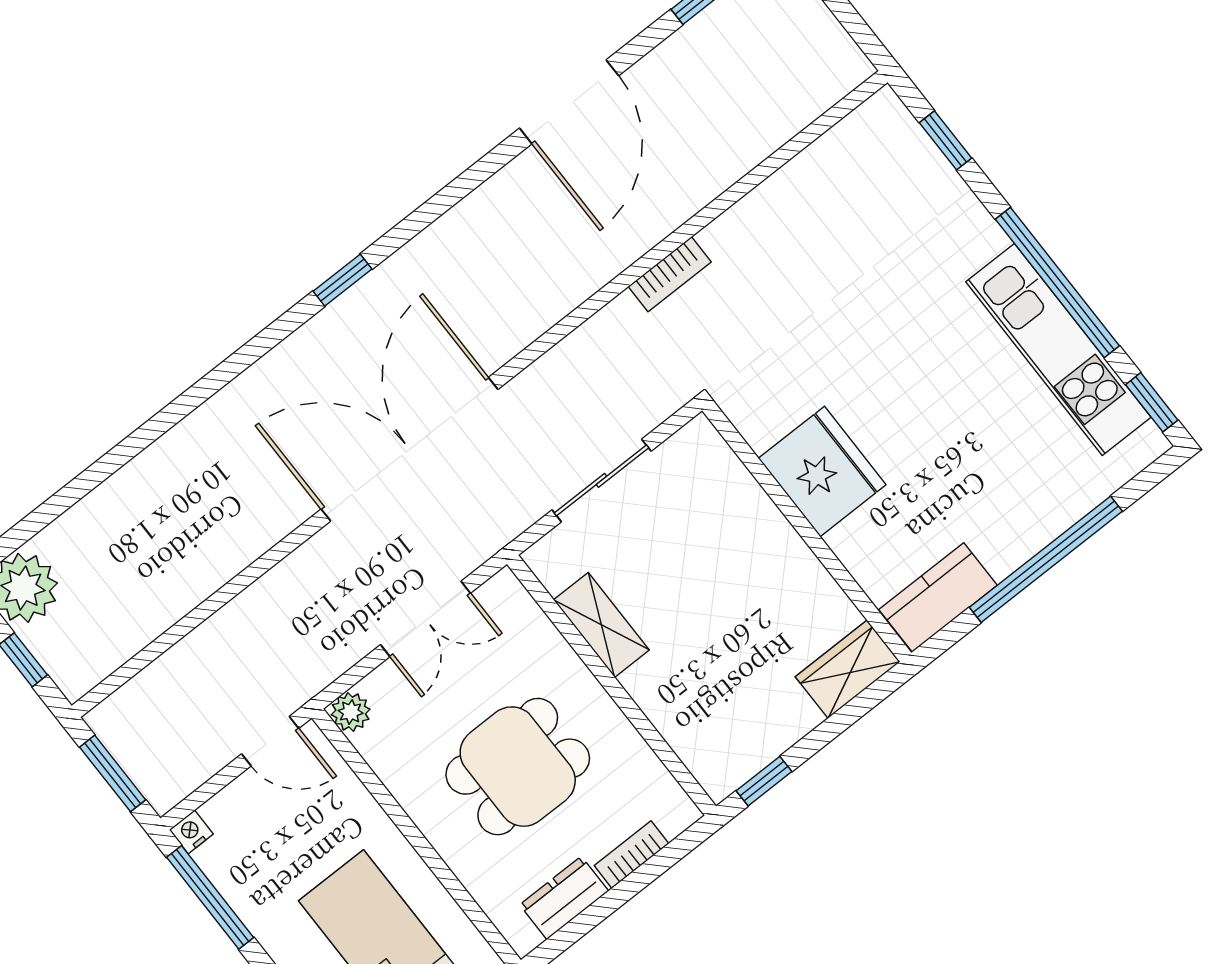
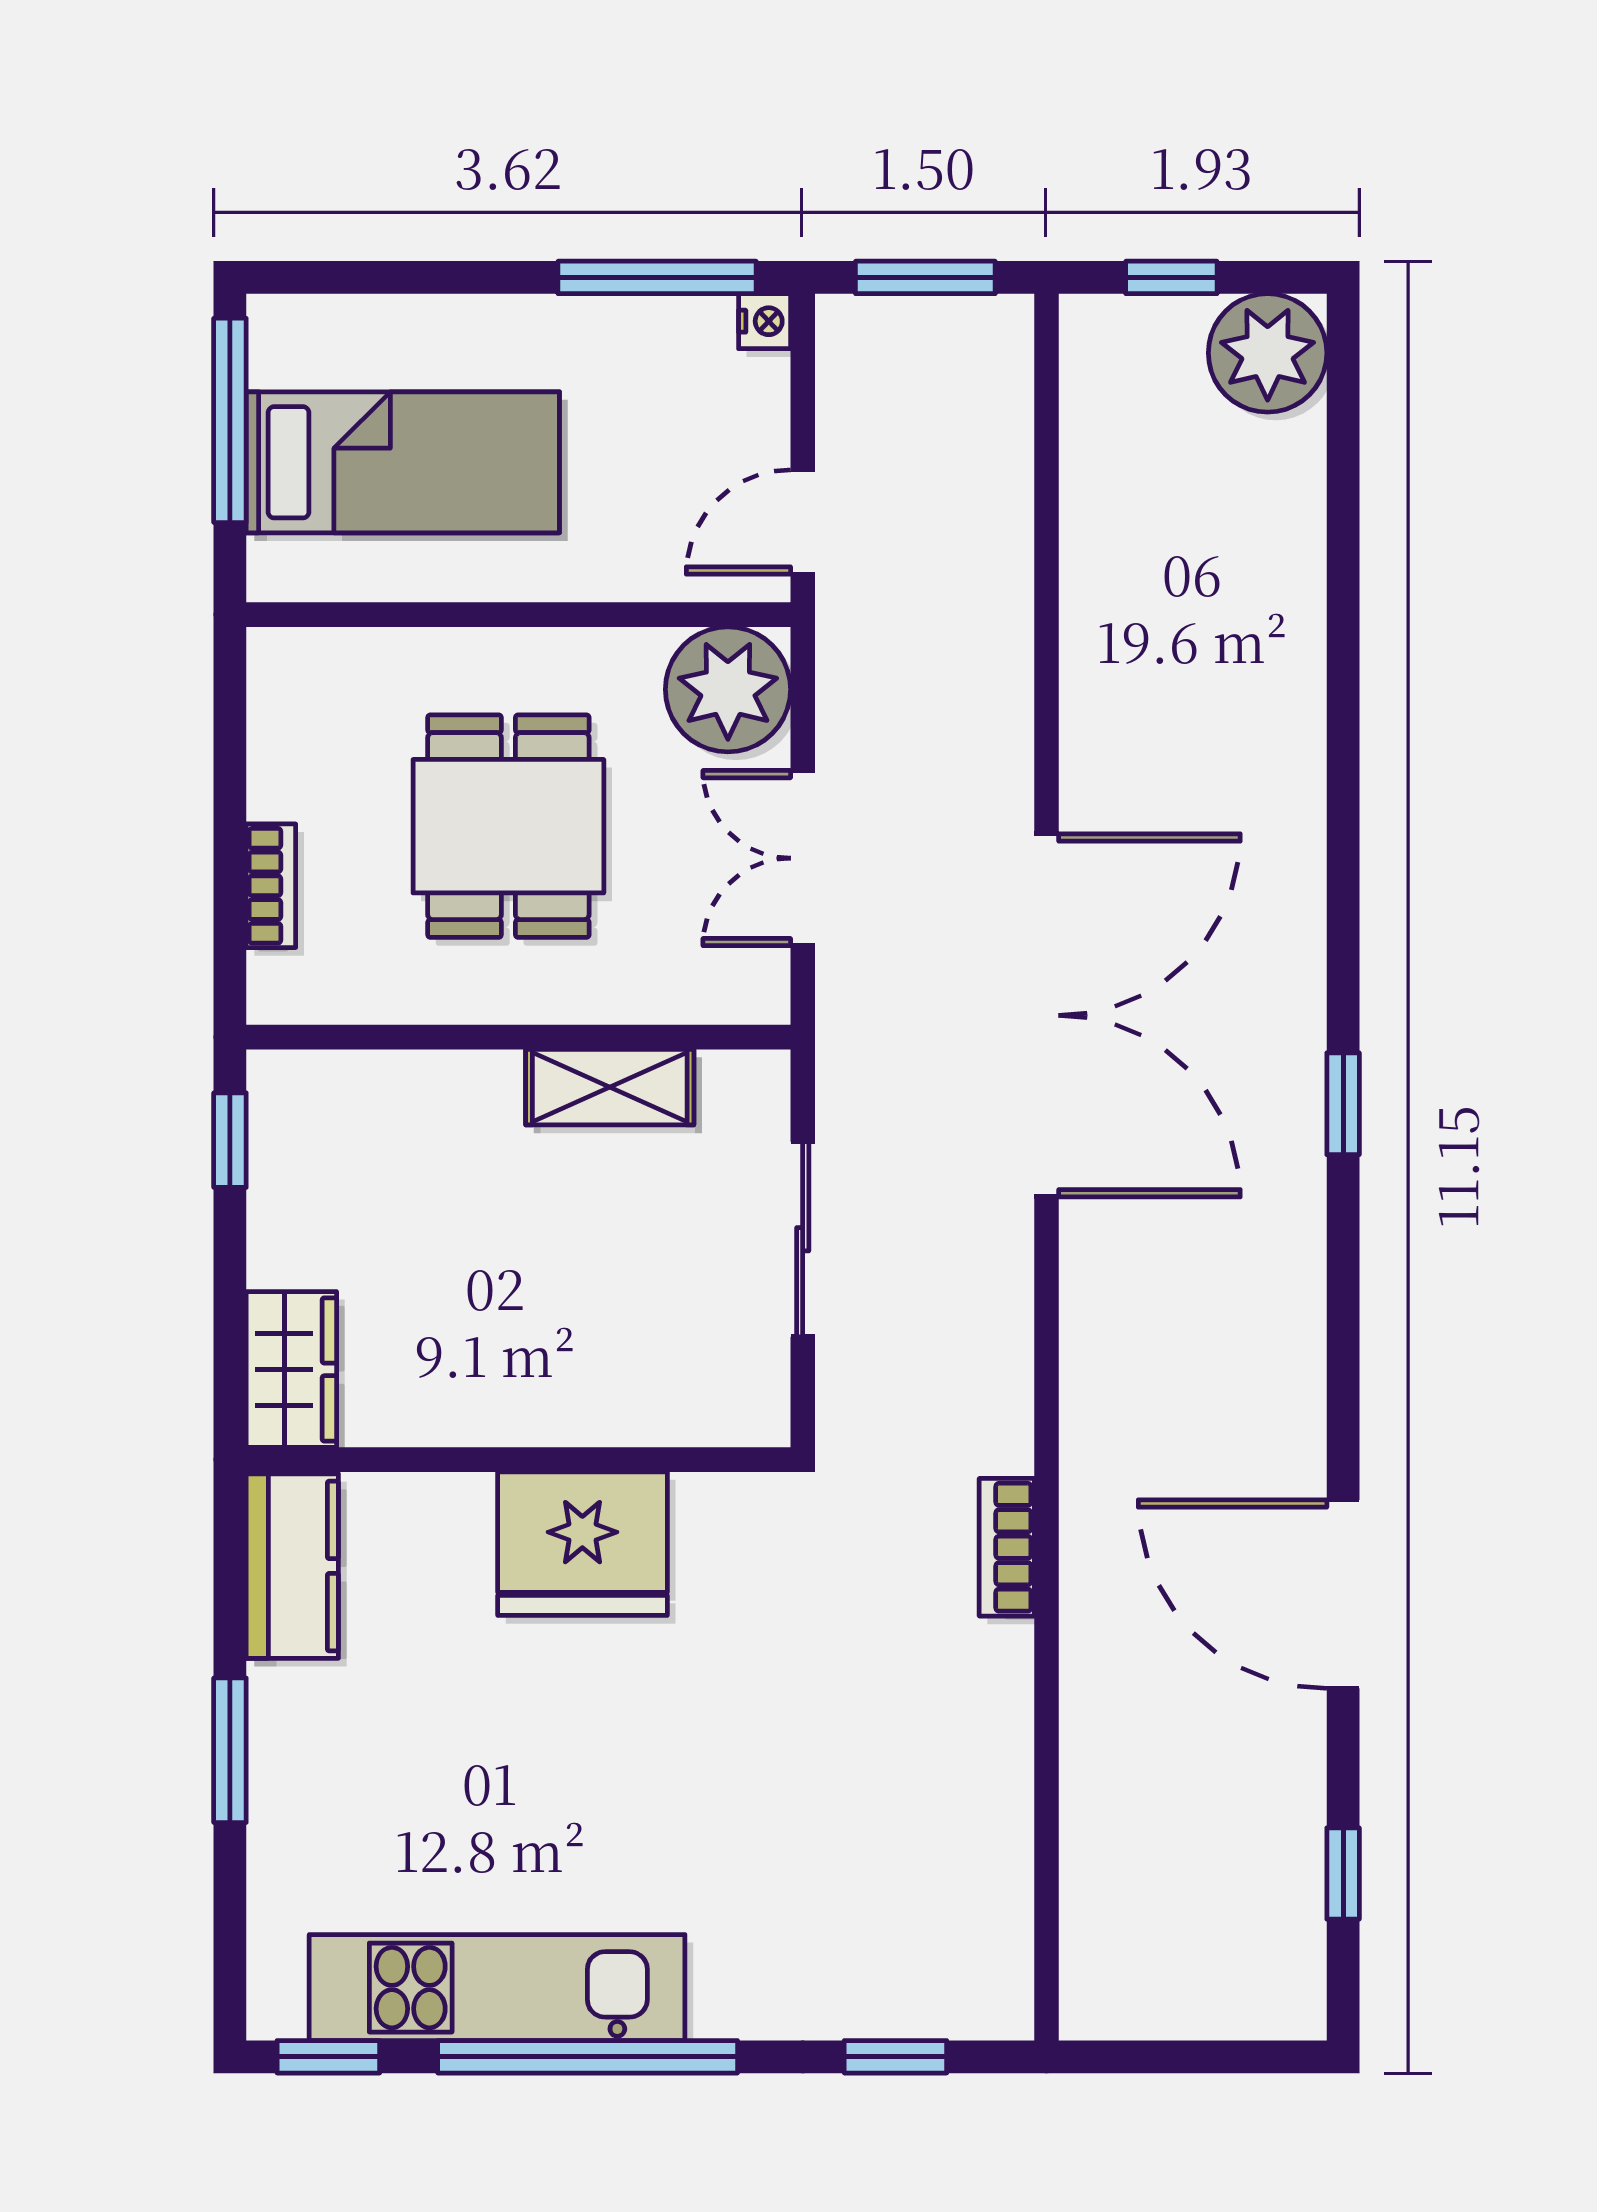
window: (1046, 559) -> (230, 1750), width x0.47
plant: (351, 712) -> (728, 689), width x1.87, depth x1.87
dresser: (564, 898) -> (284, 750), removed

